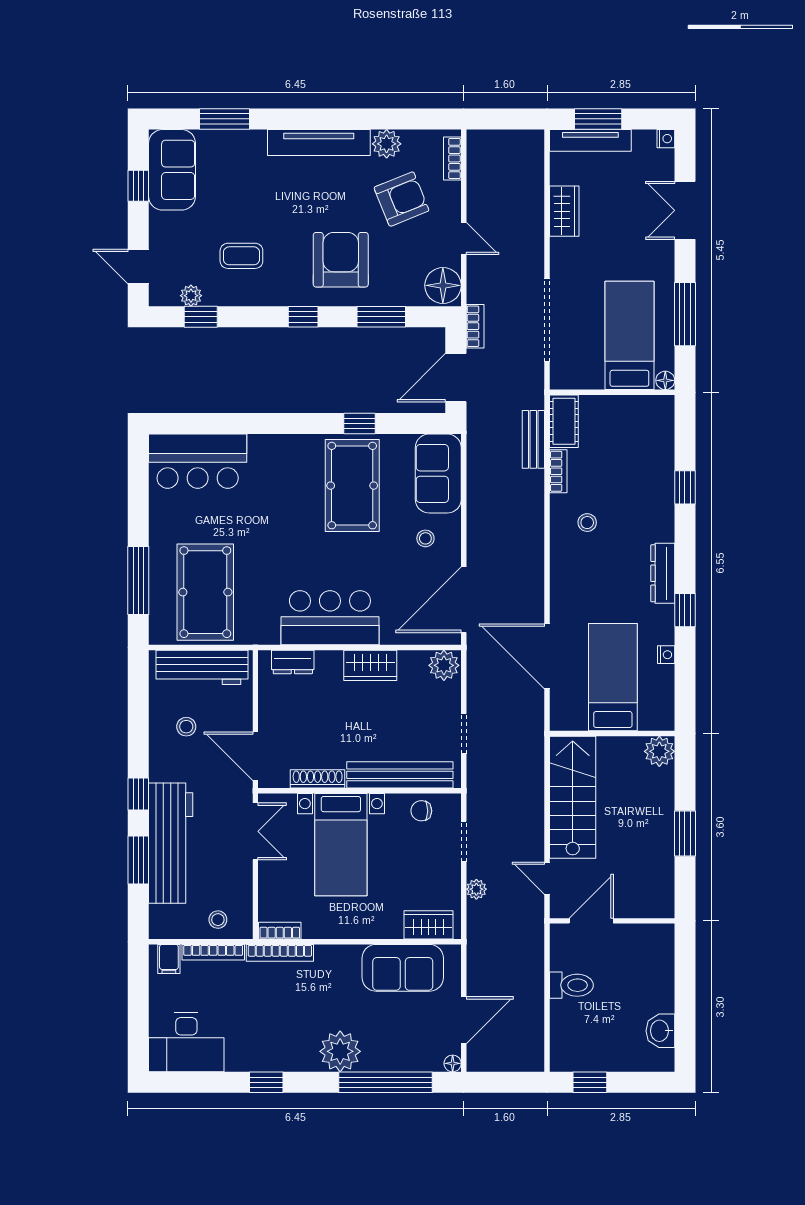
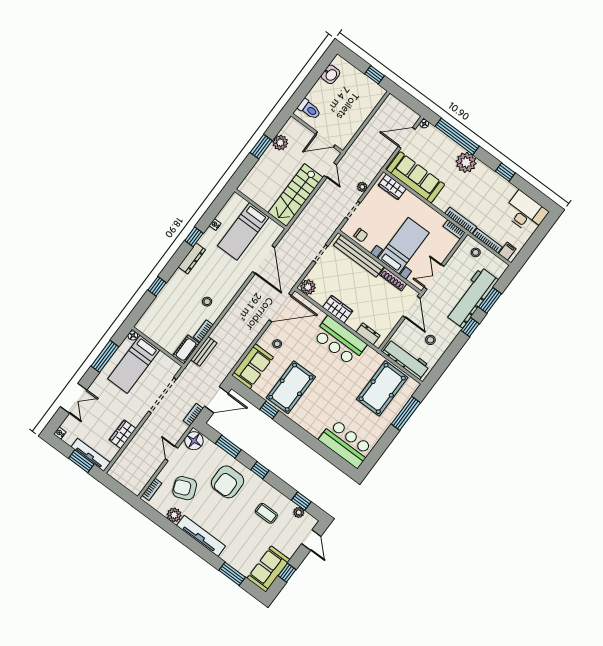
plant: (659, 751) -> (280, 143), moved
sofa: (403, 968) -> (416, 177), width x1.36
toilet: (571, 985) -> (309, 109), moved, turned 180

